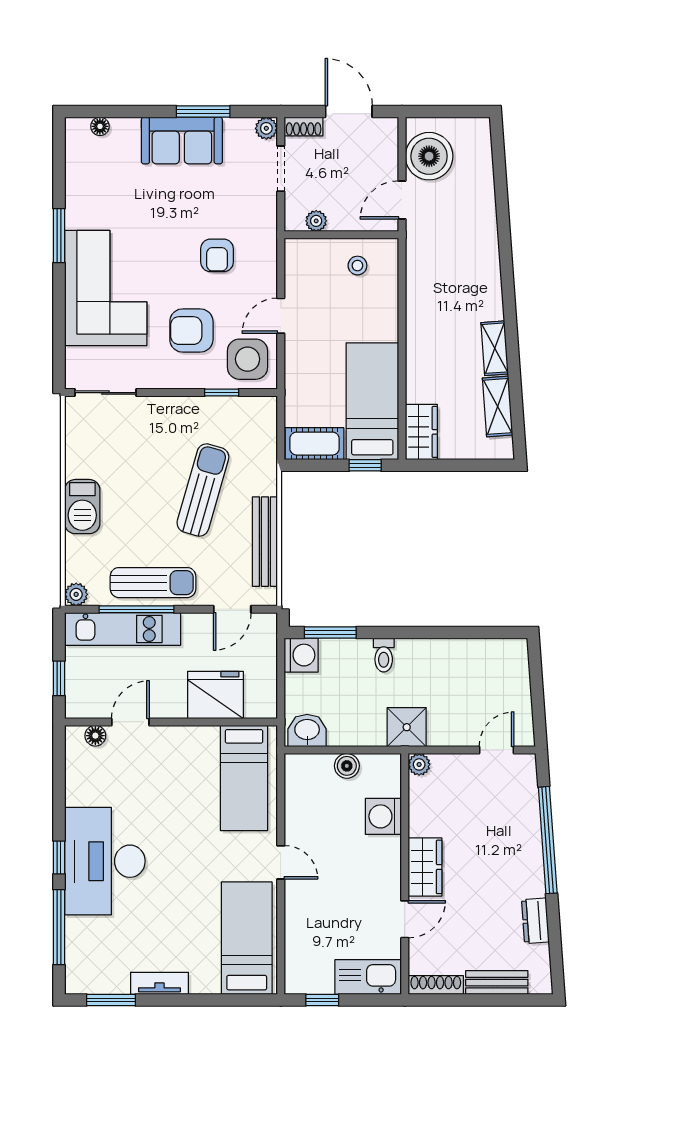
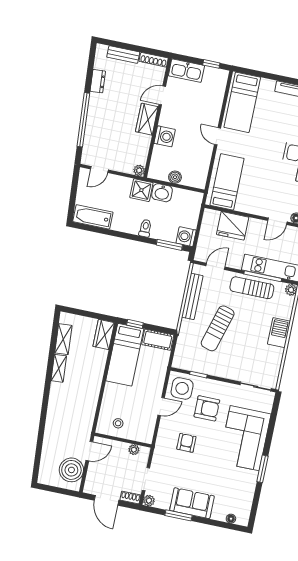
bathtub: (490, 656) -> (93, 217), added
washbasin: (307, 730) -> (162, 193), moved
washing machine: (383, 816) -> (165, 136), moved

